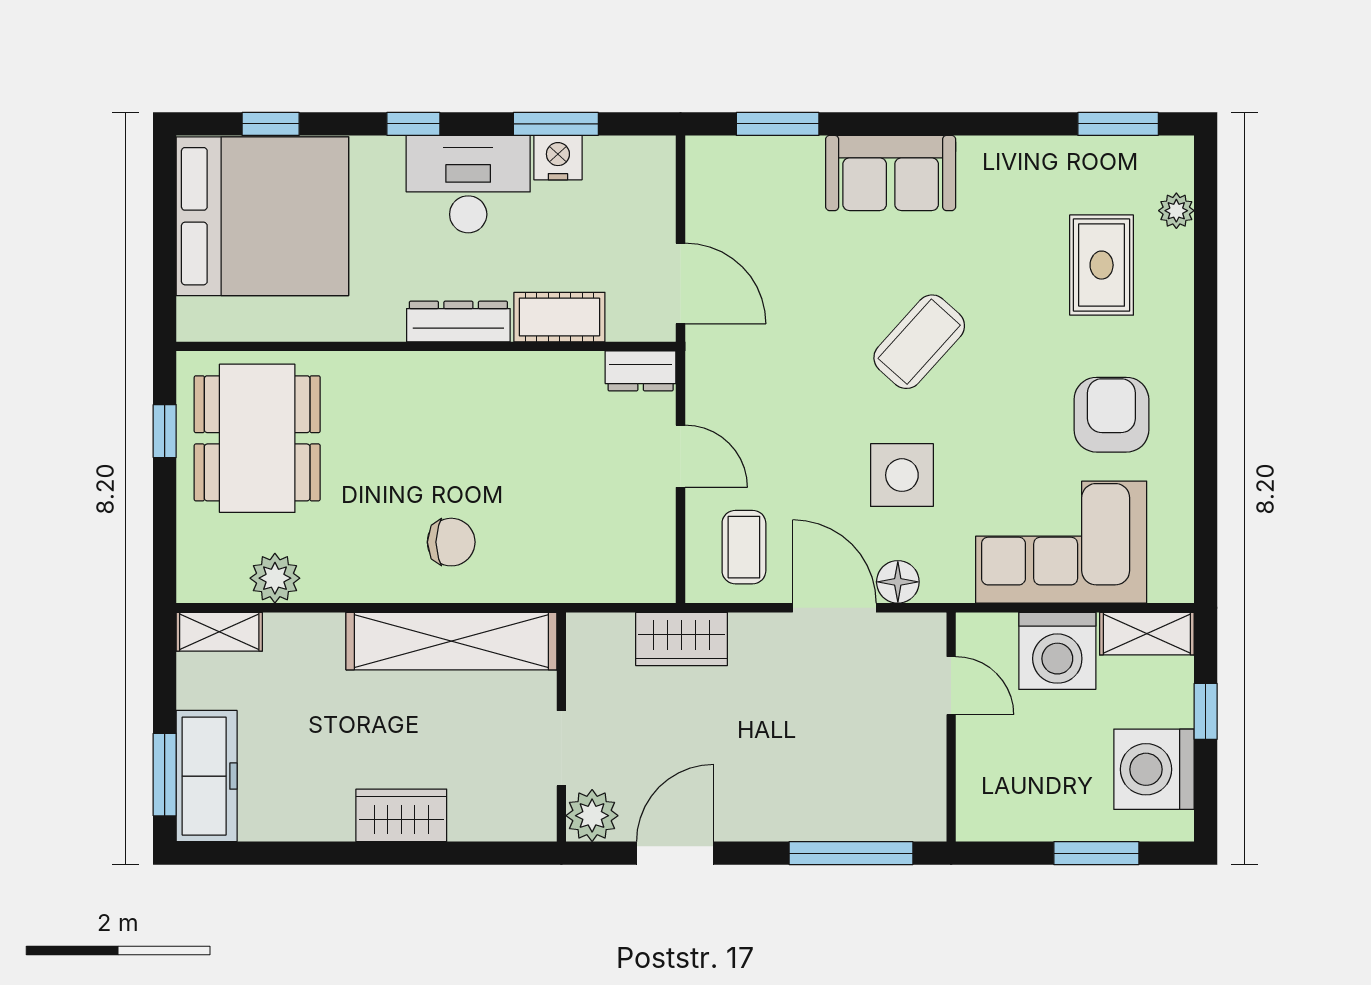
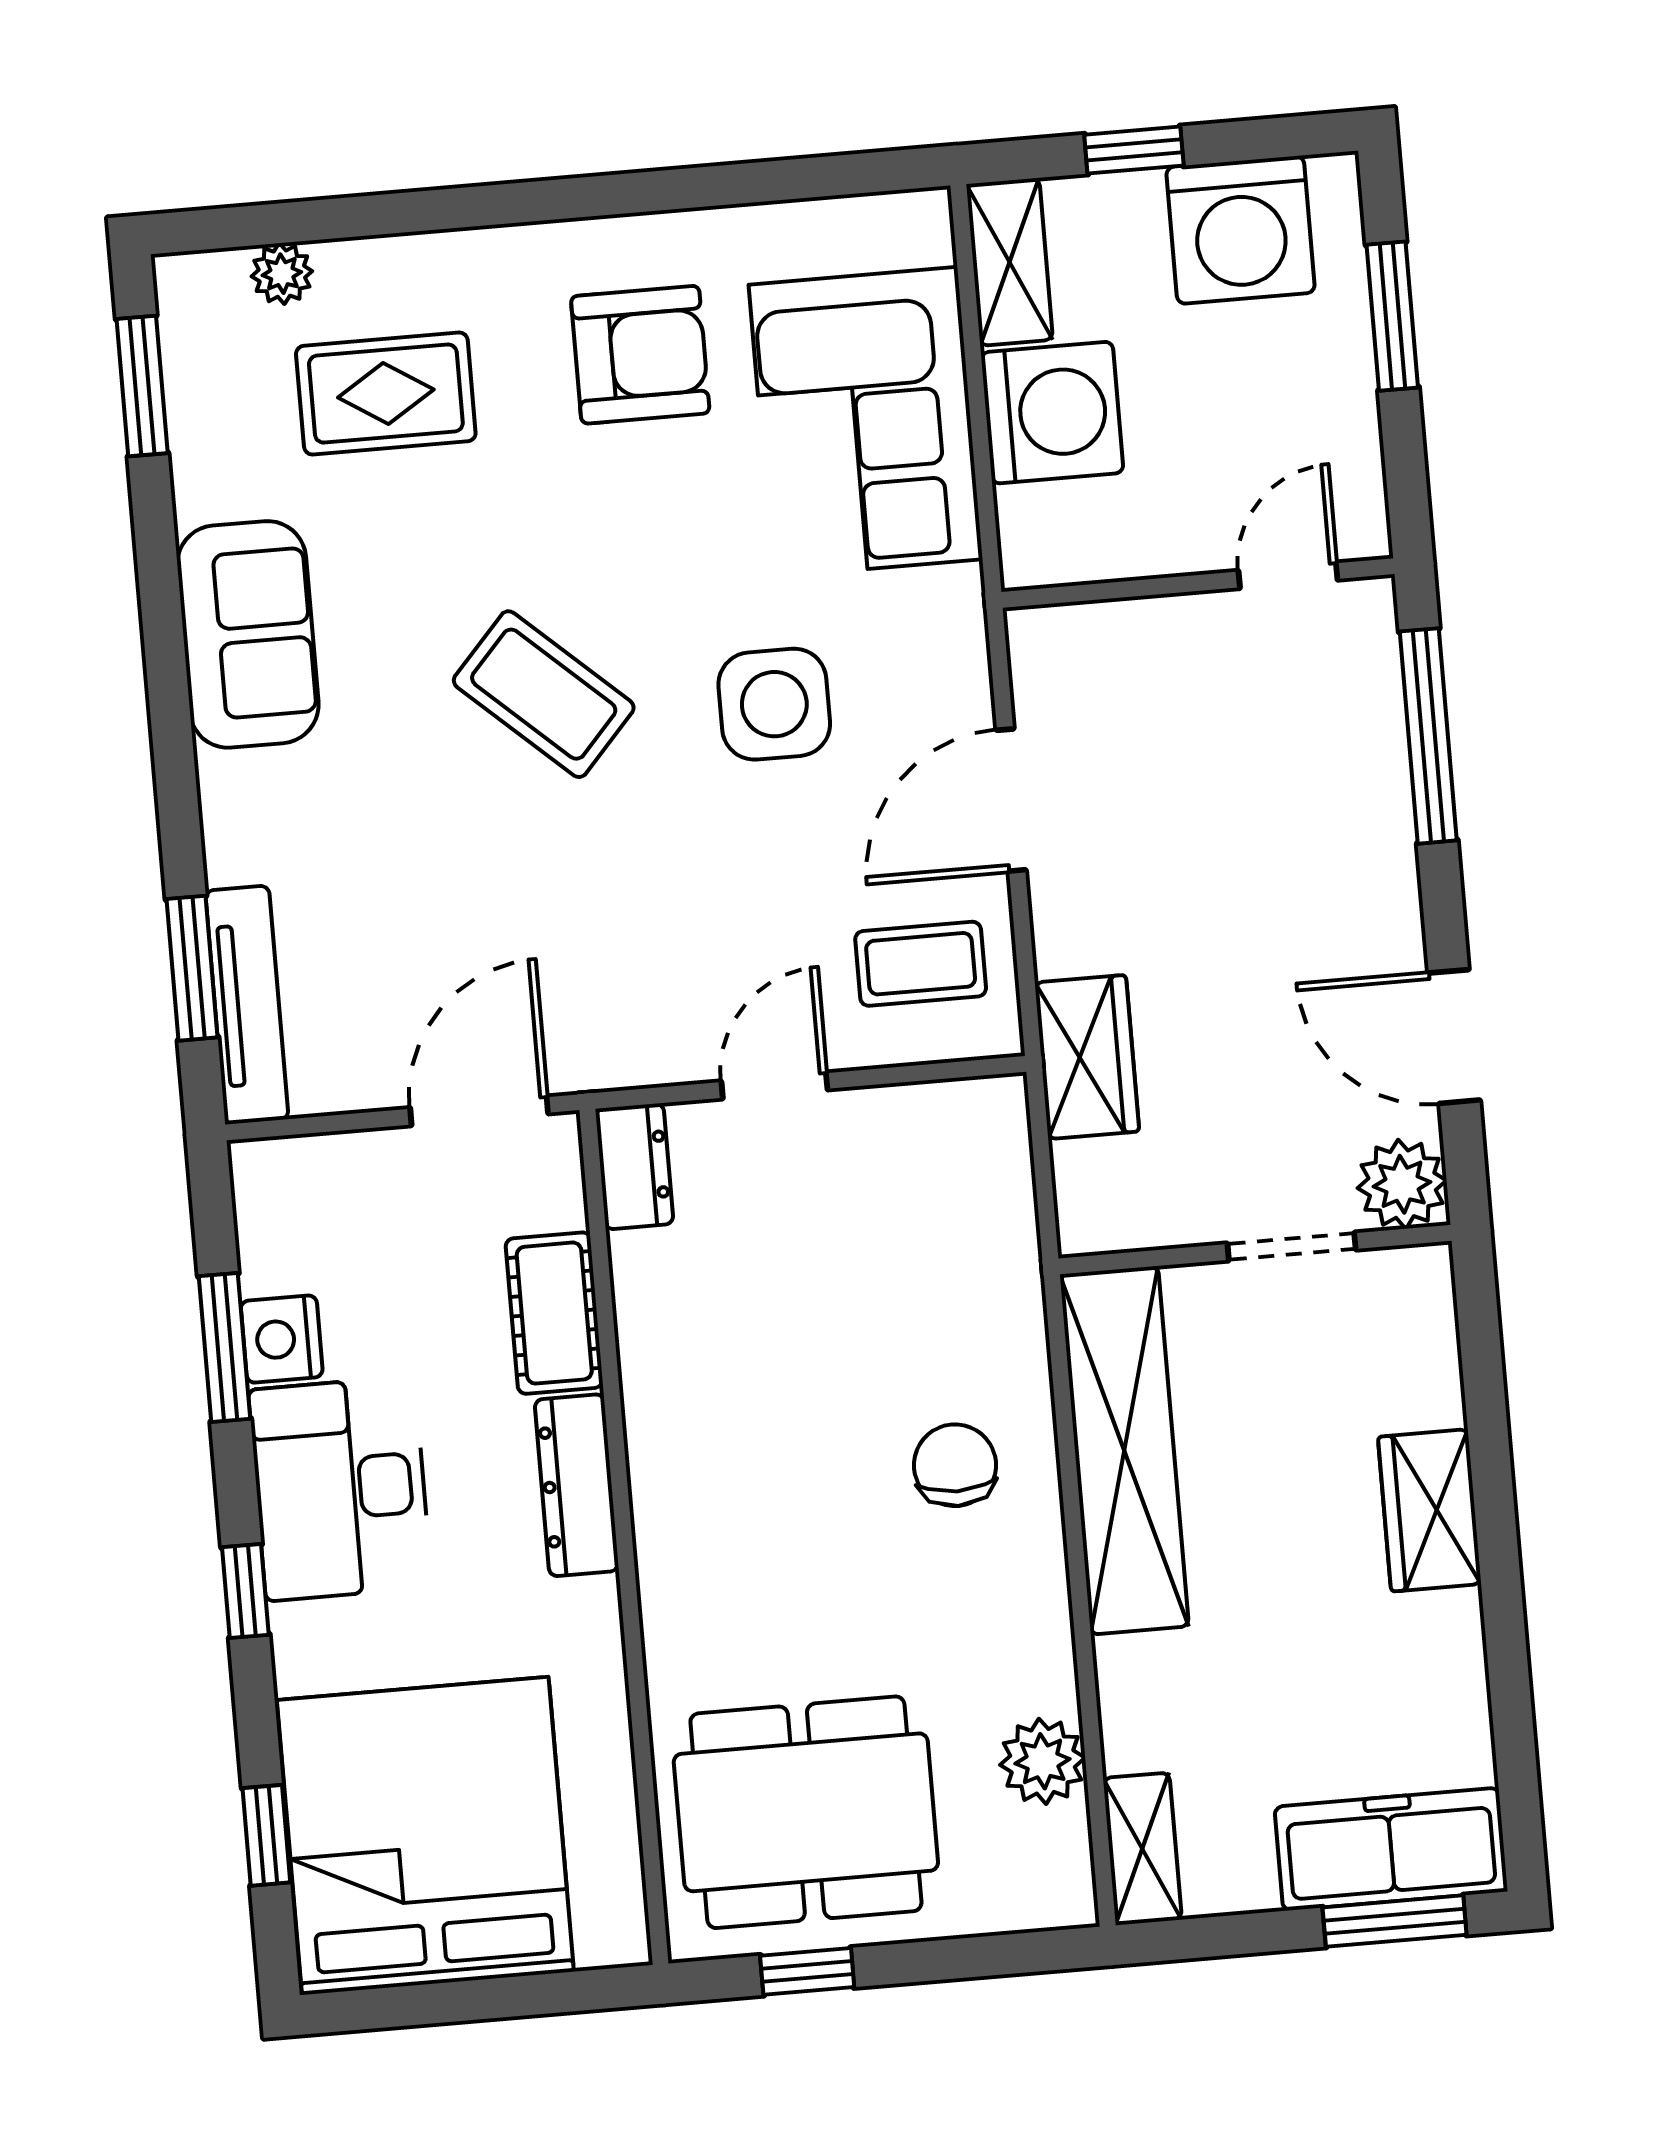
tv unit: (754, 154) -> (247, 1005), added
sofa: (891, 173) -> (248, 634), moved
armchair: (1111, 415) -> (640, 355), turned 180
floor lamp: (898, 582) -> (958, 696), removed
door: (951, 686) -> (1288, 575), moved

